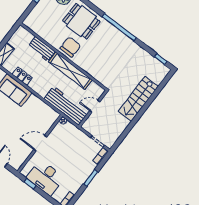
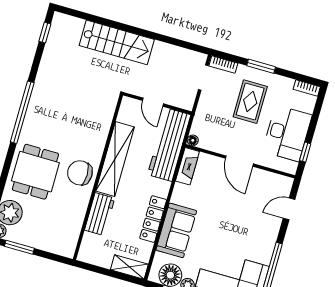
locker: (22, 76) -> (153, 219), width x1.53
fireplace: (49, 112) -> (187, 166), added
rug: (73, 163) -> (250, 102), added

